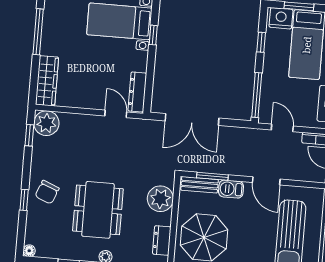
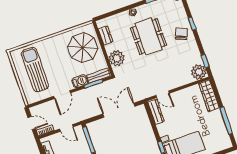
door: (266, 181) -> (62, 95), swing flipped

